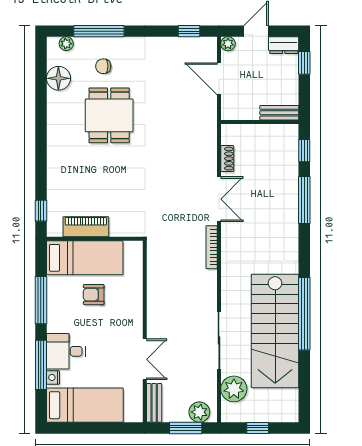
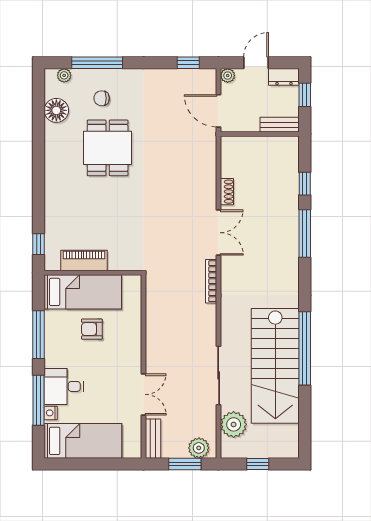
bench: (279, 113) -> (280, 125), moved
wall: (260, 122) -> (260, 134), moved

